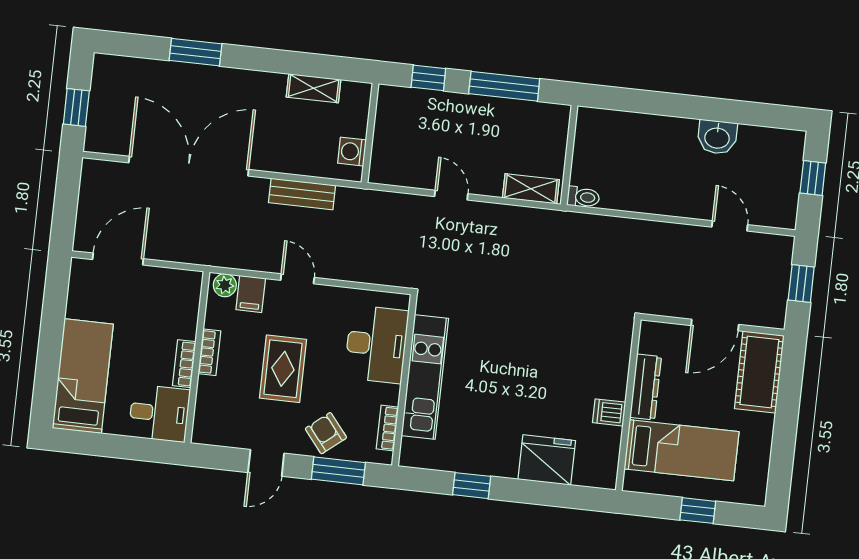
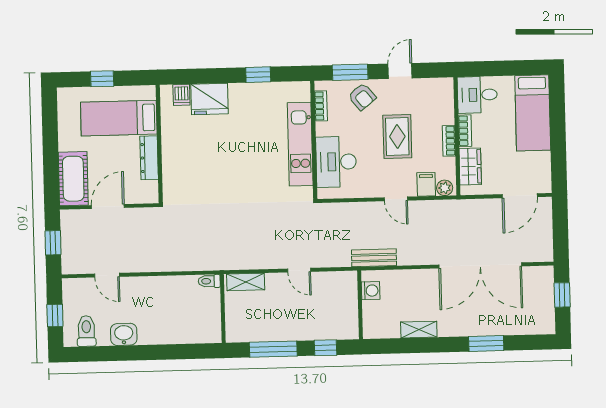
shelving: (314, 88) -> (419, 330), moved
toilet: (770, 149) -> (86, 331), added
bench: (302, 194) -> (374, 258), moved
wardrobe: (184, 311) -> (470, 166), added
dishwasher: (609, 412) -> (181, 95), moved, turned 90

